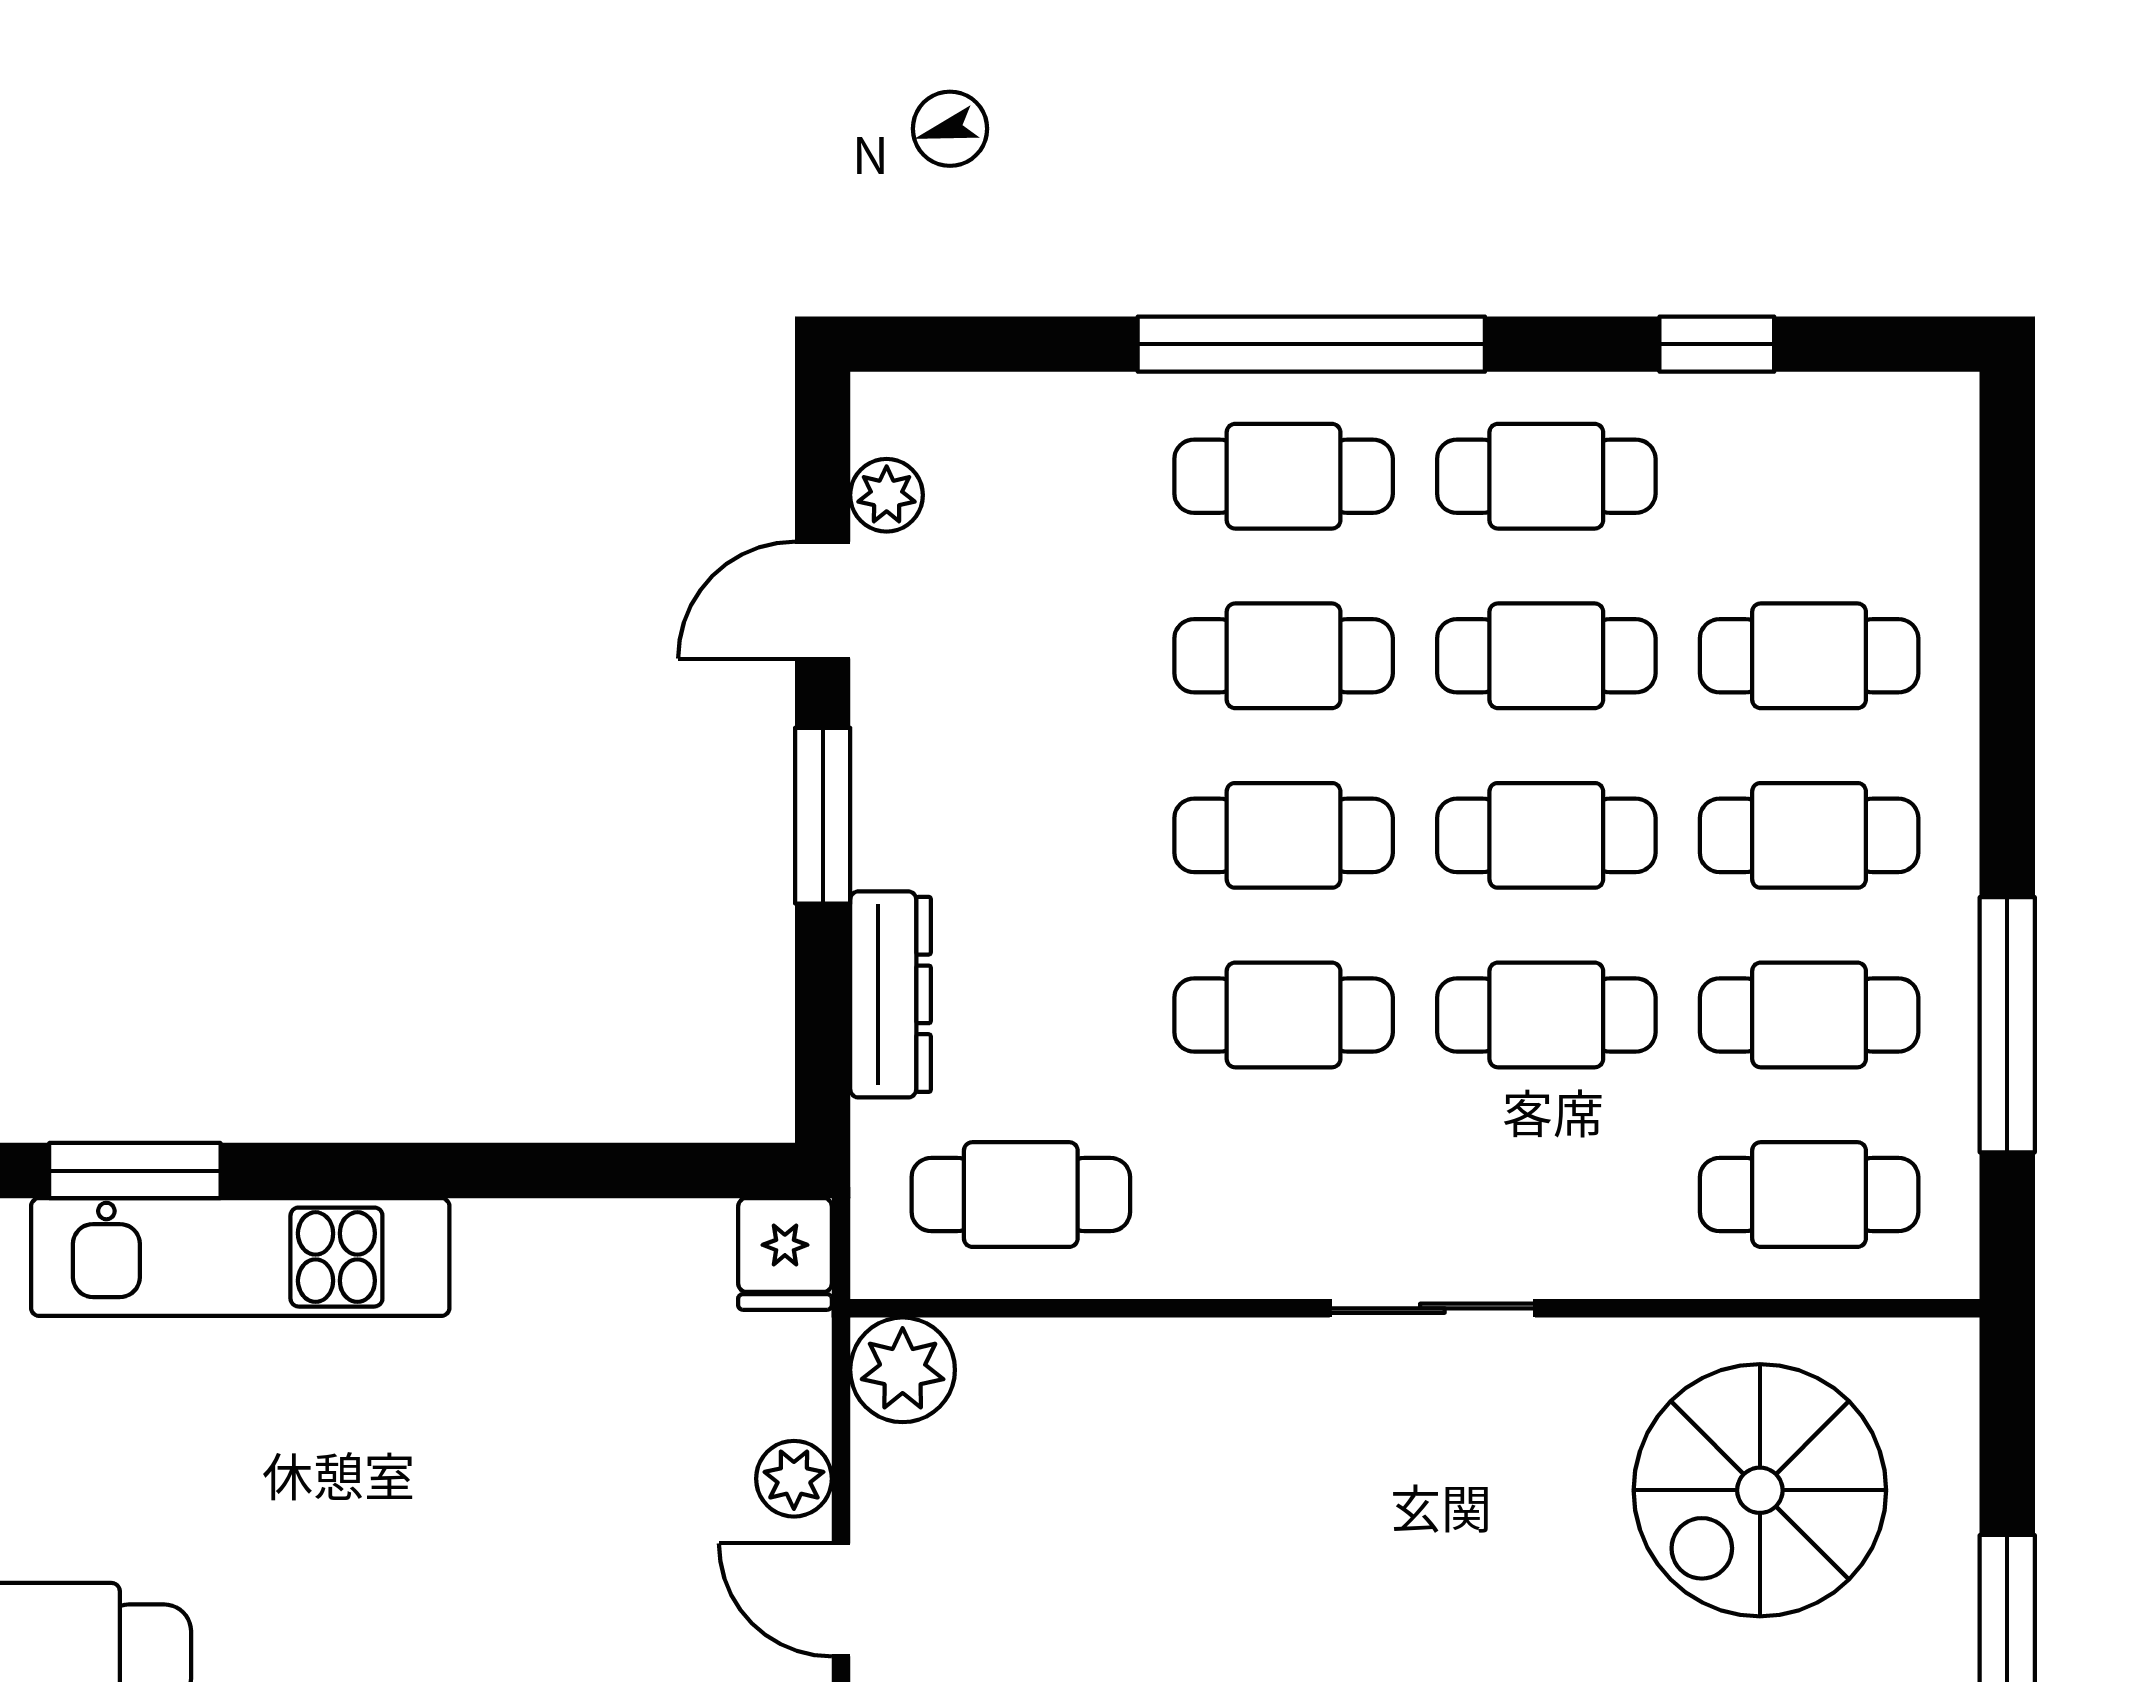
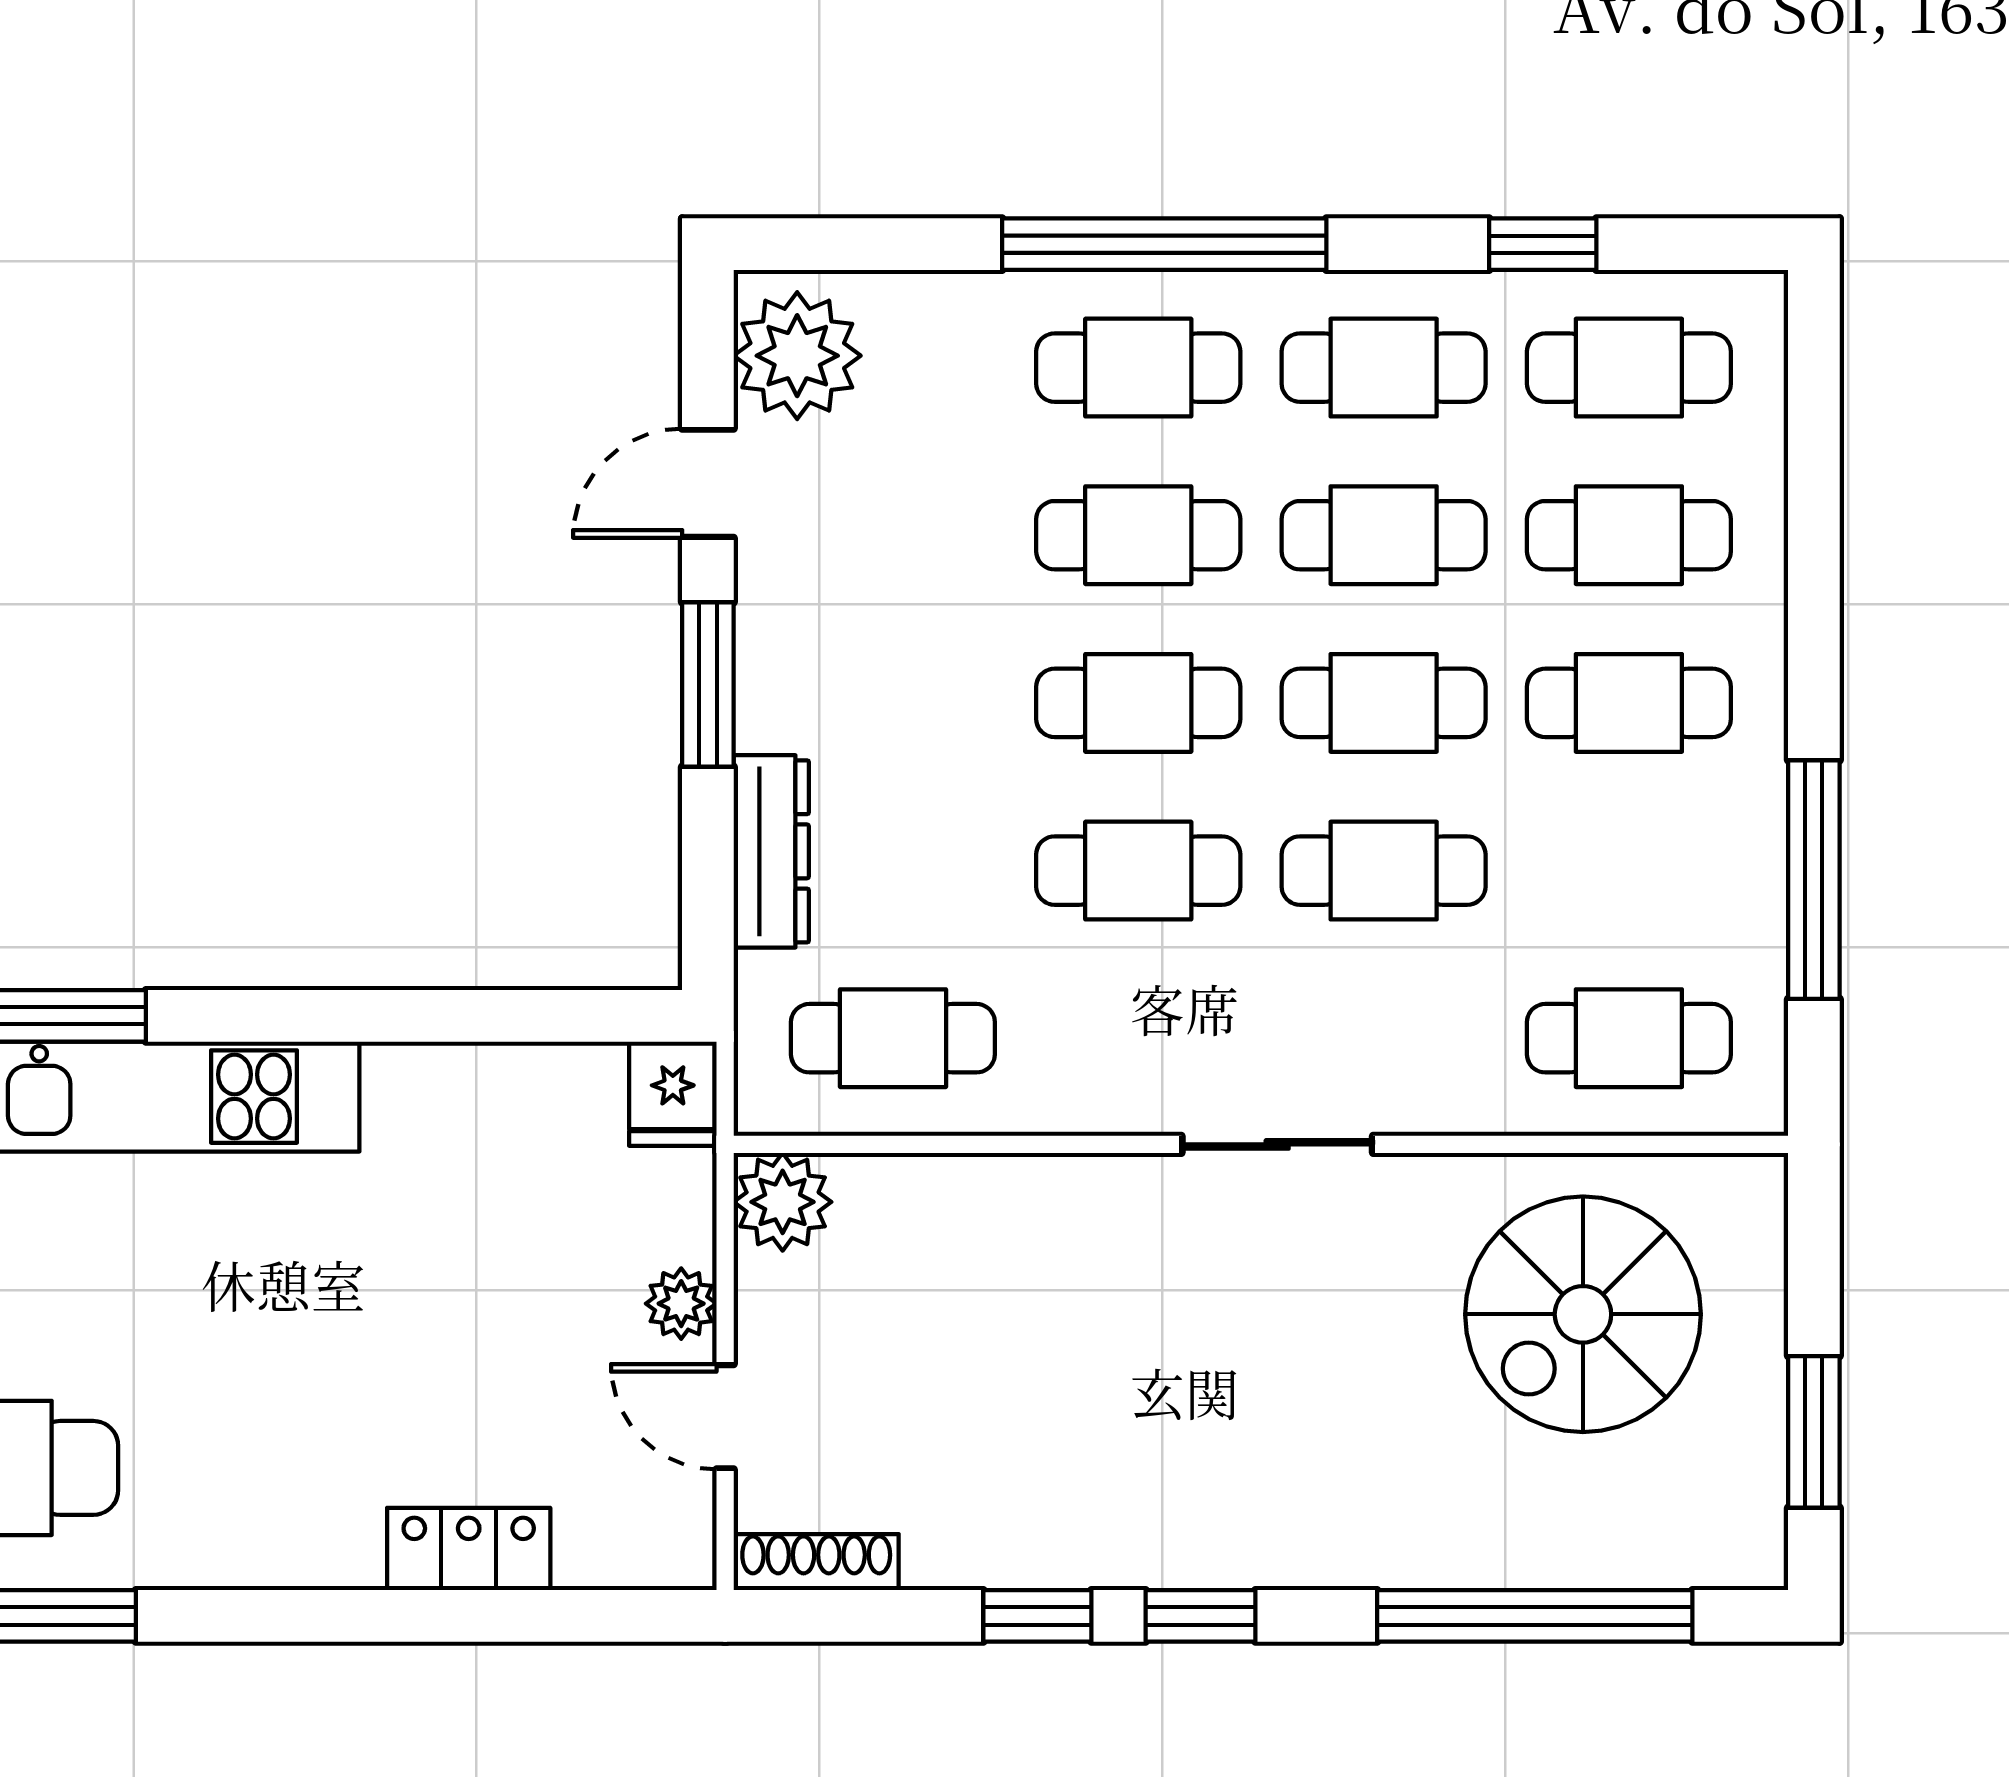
plant: (887, 495) -> (797, 356), width x1.88, depth x1.88
cafe table: (1809, 1015) -> (1629, 368), moved

